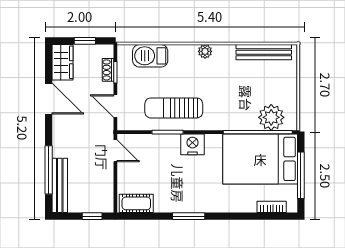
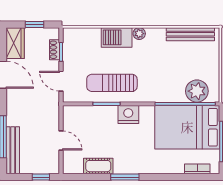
barbecue: (150, 56) -> (117, 37), moved
door: (115, 151) -> (61, 140), moved
cot: (136, 203) -> (98, 166), moved

